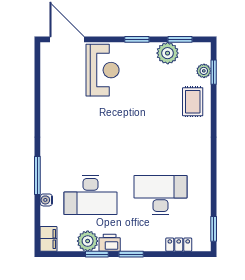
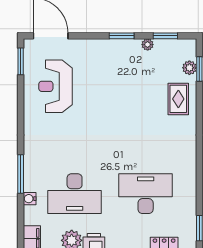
plant: (168, 53) -> (148, 45), width x0.53, depth x0.53
window: (37, 65) -> (21, 61), added
reception desk: (103, 70) -> (55, 86), moved, turned 180

